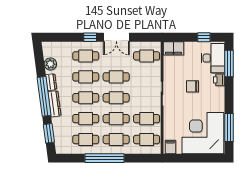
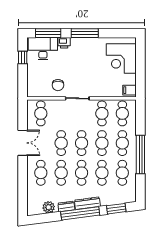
window: (90, 37) -> (23, 168), removed
filing cabinet: (173, 48) -> (33, 87), removed
chair: (193, 86) -> (58, 85), moved
window: (229, 127) -> (85, 33), moved
corner desk: (203, 133) -> (121, 58), width x0.74, depth x0.74

